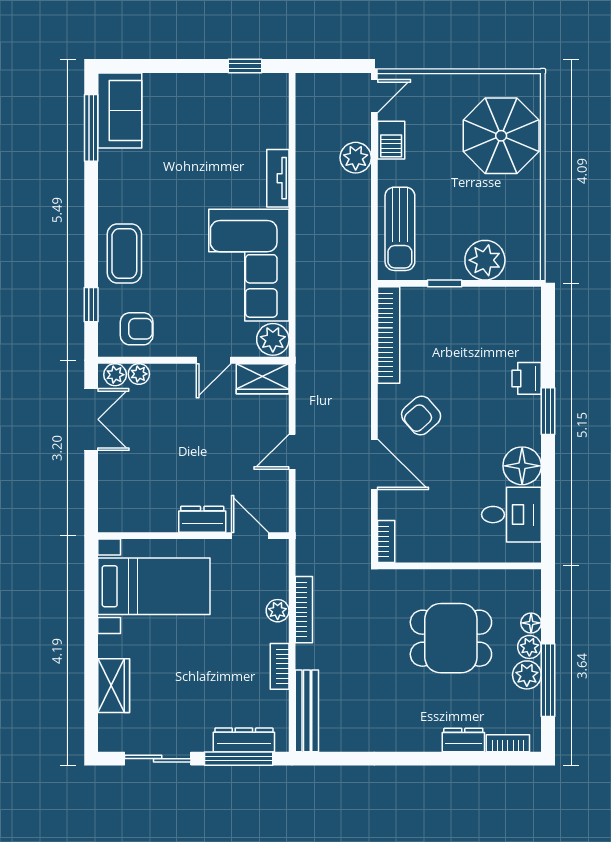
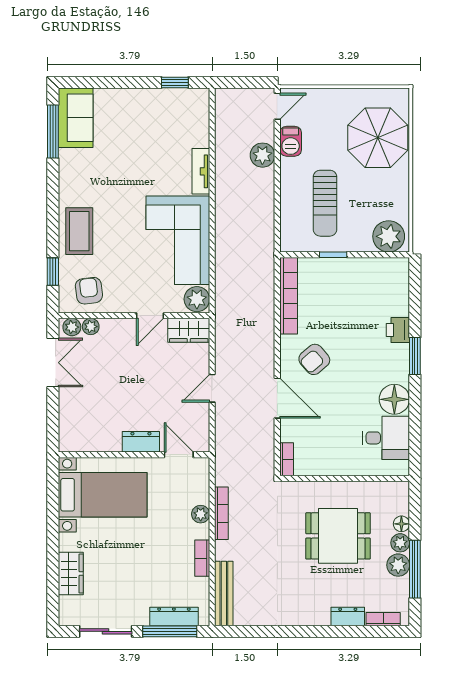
sun lounger: (400, 229) -> (325, 203), moved
plant: (485, 260) -> (389, 236), moved
armchair: (137, 329) -> (89, 291), turned -97

